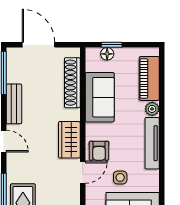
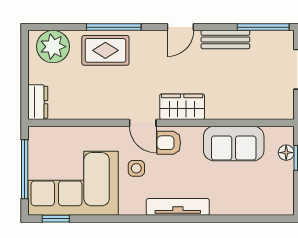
piano: (149, 78) -> (256, 204), removed
shoe rack: (72, 83) -> (251, 110), removed
plant: (152, 109) -> (219, 207), removed

